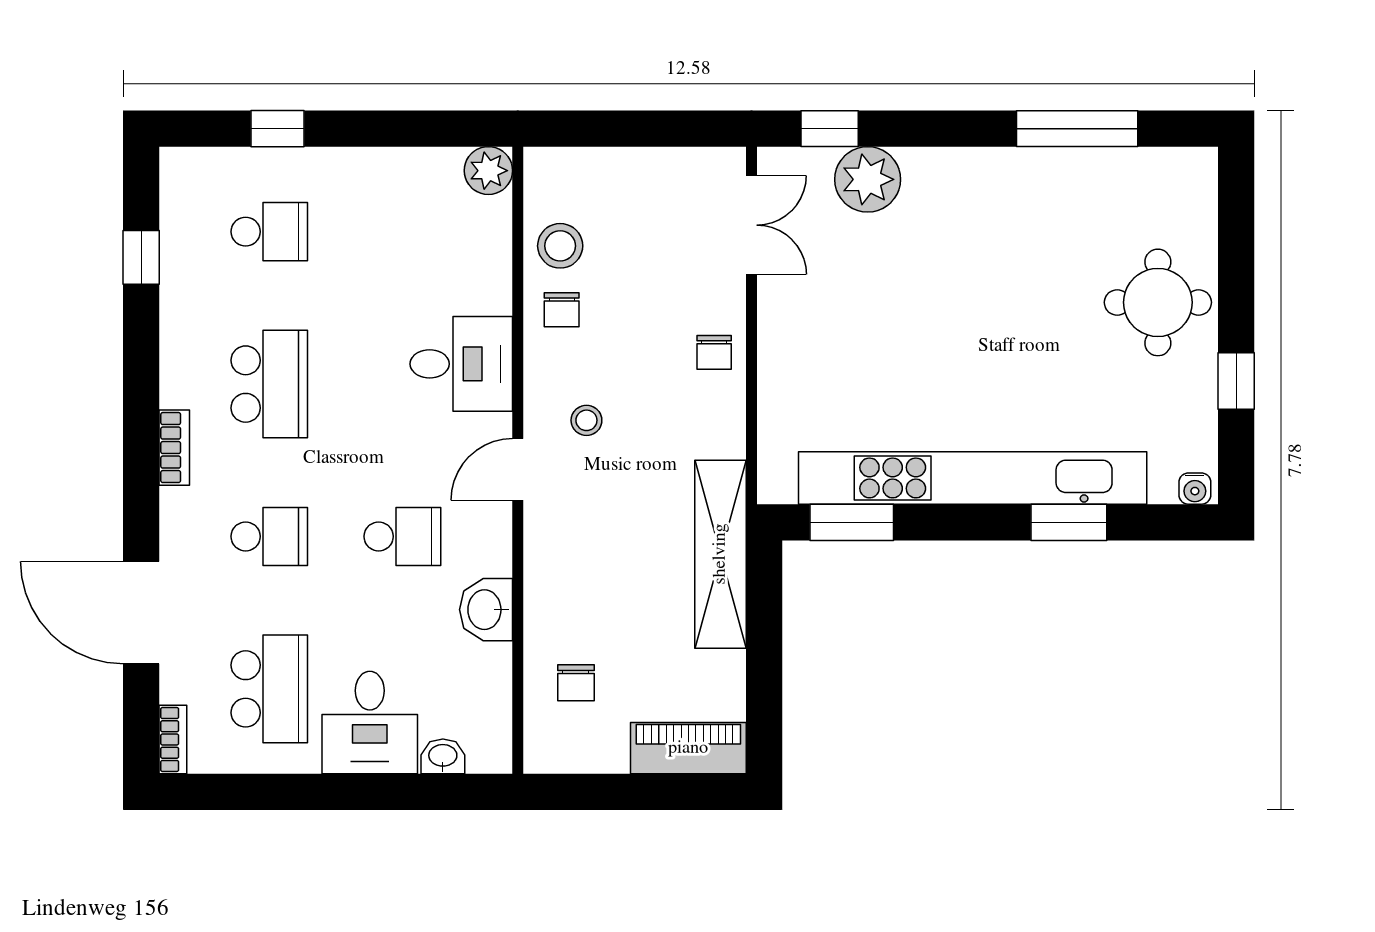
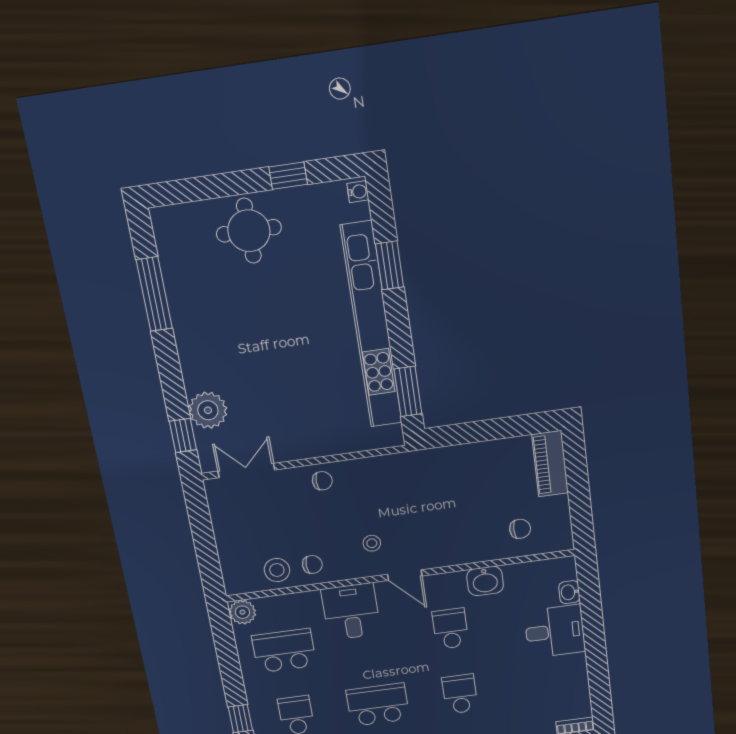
shelving: (720, 554) -> (437, 462), removed
school desk: (269, 689) -> (284, 651), moved

